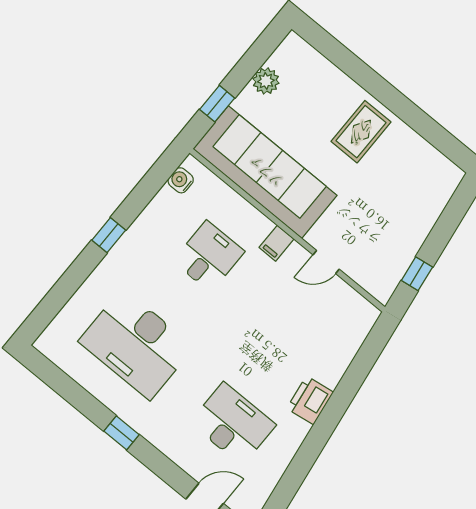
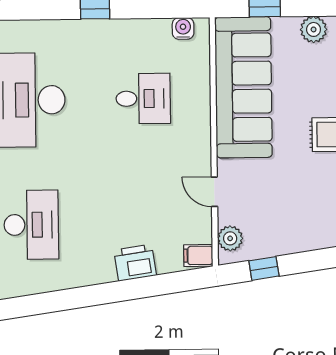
filing cabinet: (277, 243) -> (198, 255), moved
plant: (372, 280) -> (230, 238), added
printer: (310, 400) -> (135, 263), moved

